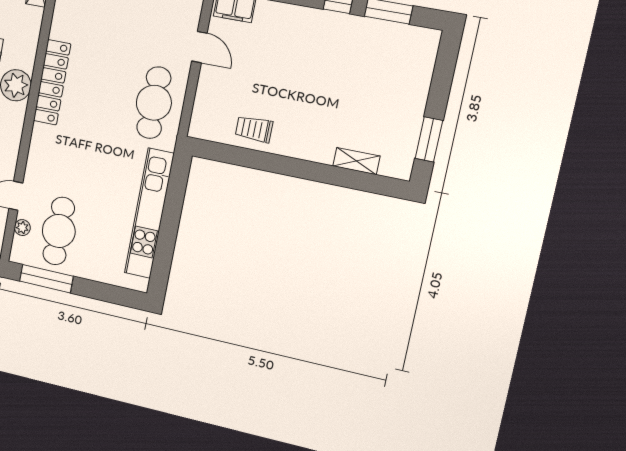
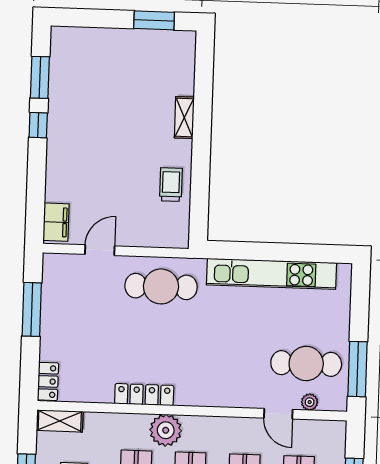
locker: (52, 82) -> (144, 395), width x0.71, depth x0.83
trolley: (254, 129) -> (171, 184), turned 180
shelving: (356, 161) -> (184, 117), moved

